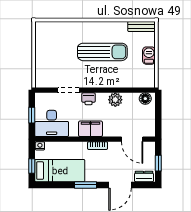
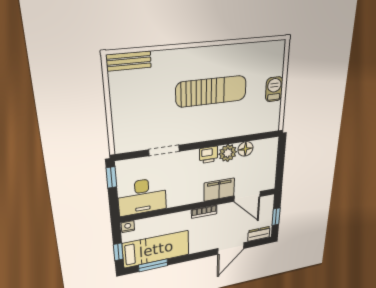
bench: (142, 26) -> (129, 61), moved
printer: (89, 99) -> (209, 155), moved
floor lamp: (145, 99) -> (245, 149), moved
window: (32, 115) -> (111, 177), moved
filing cabinet: (91, 129) -> (219, 190), moved
window: (85, 185) -> (153, 265), moved

